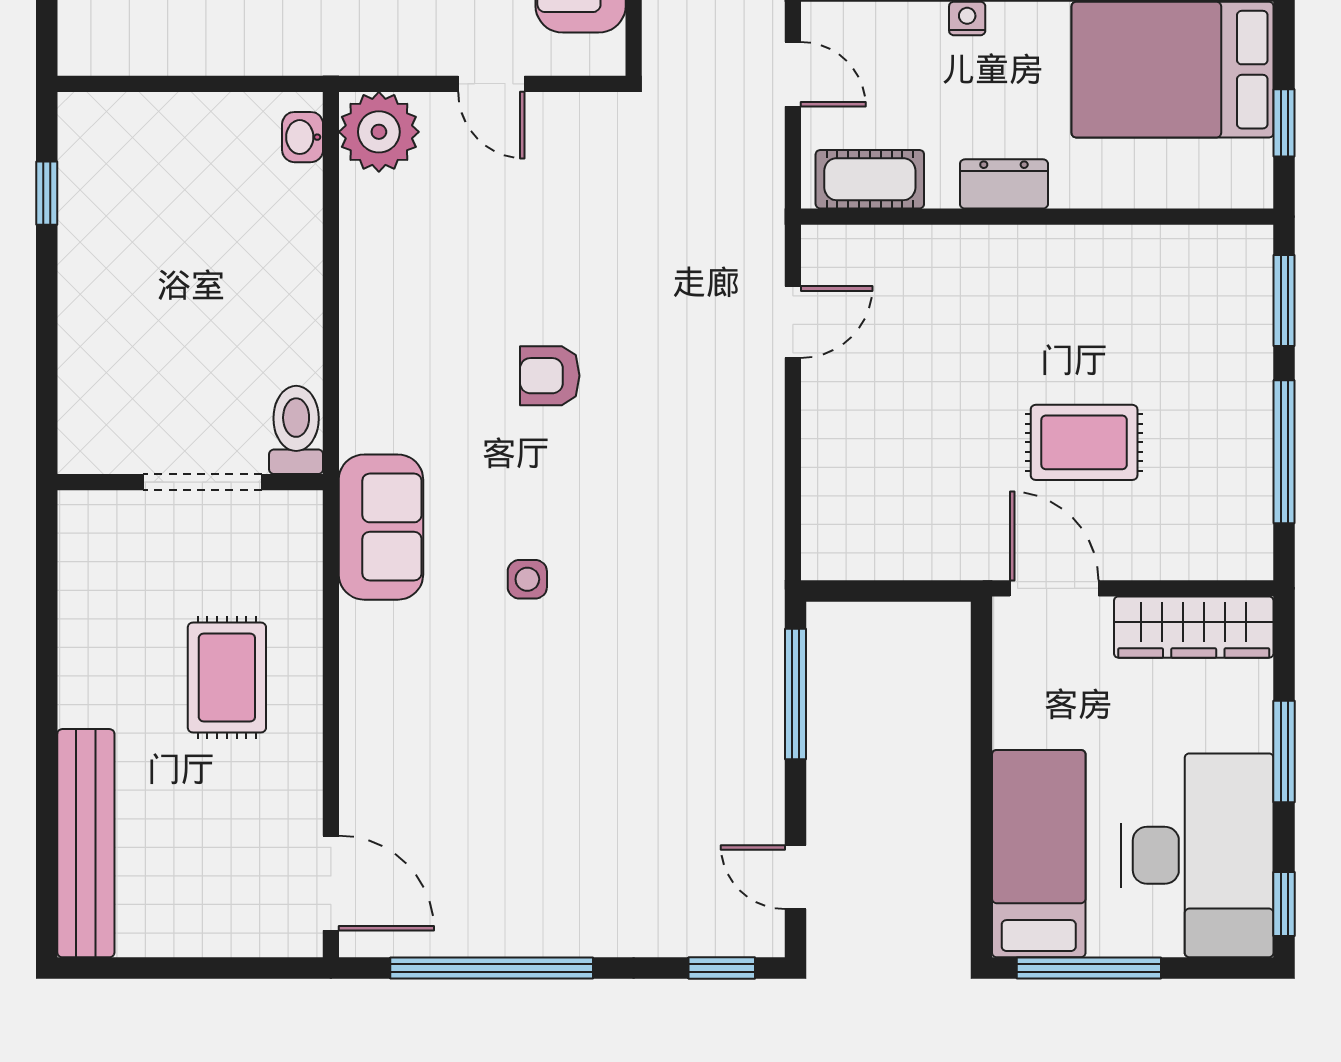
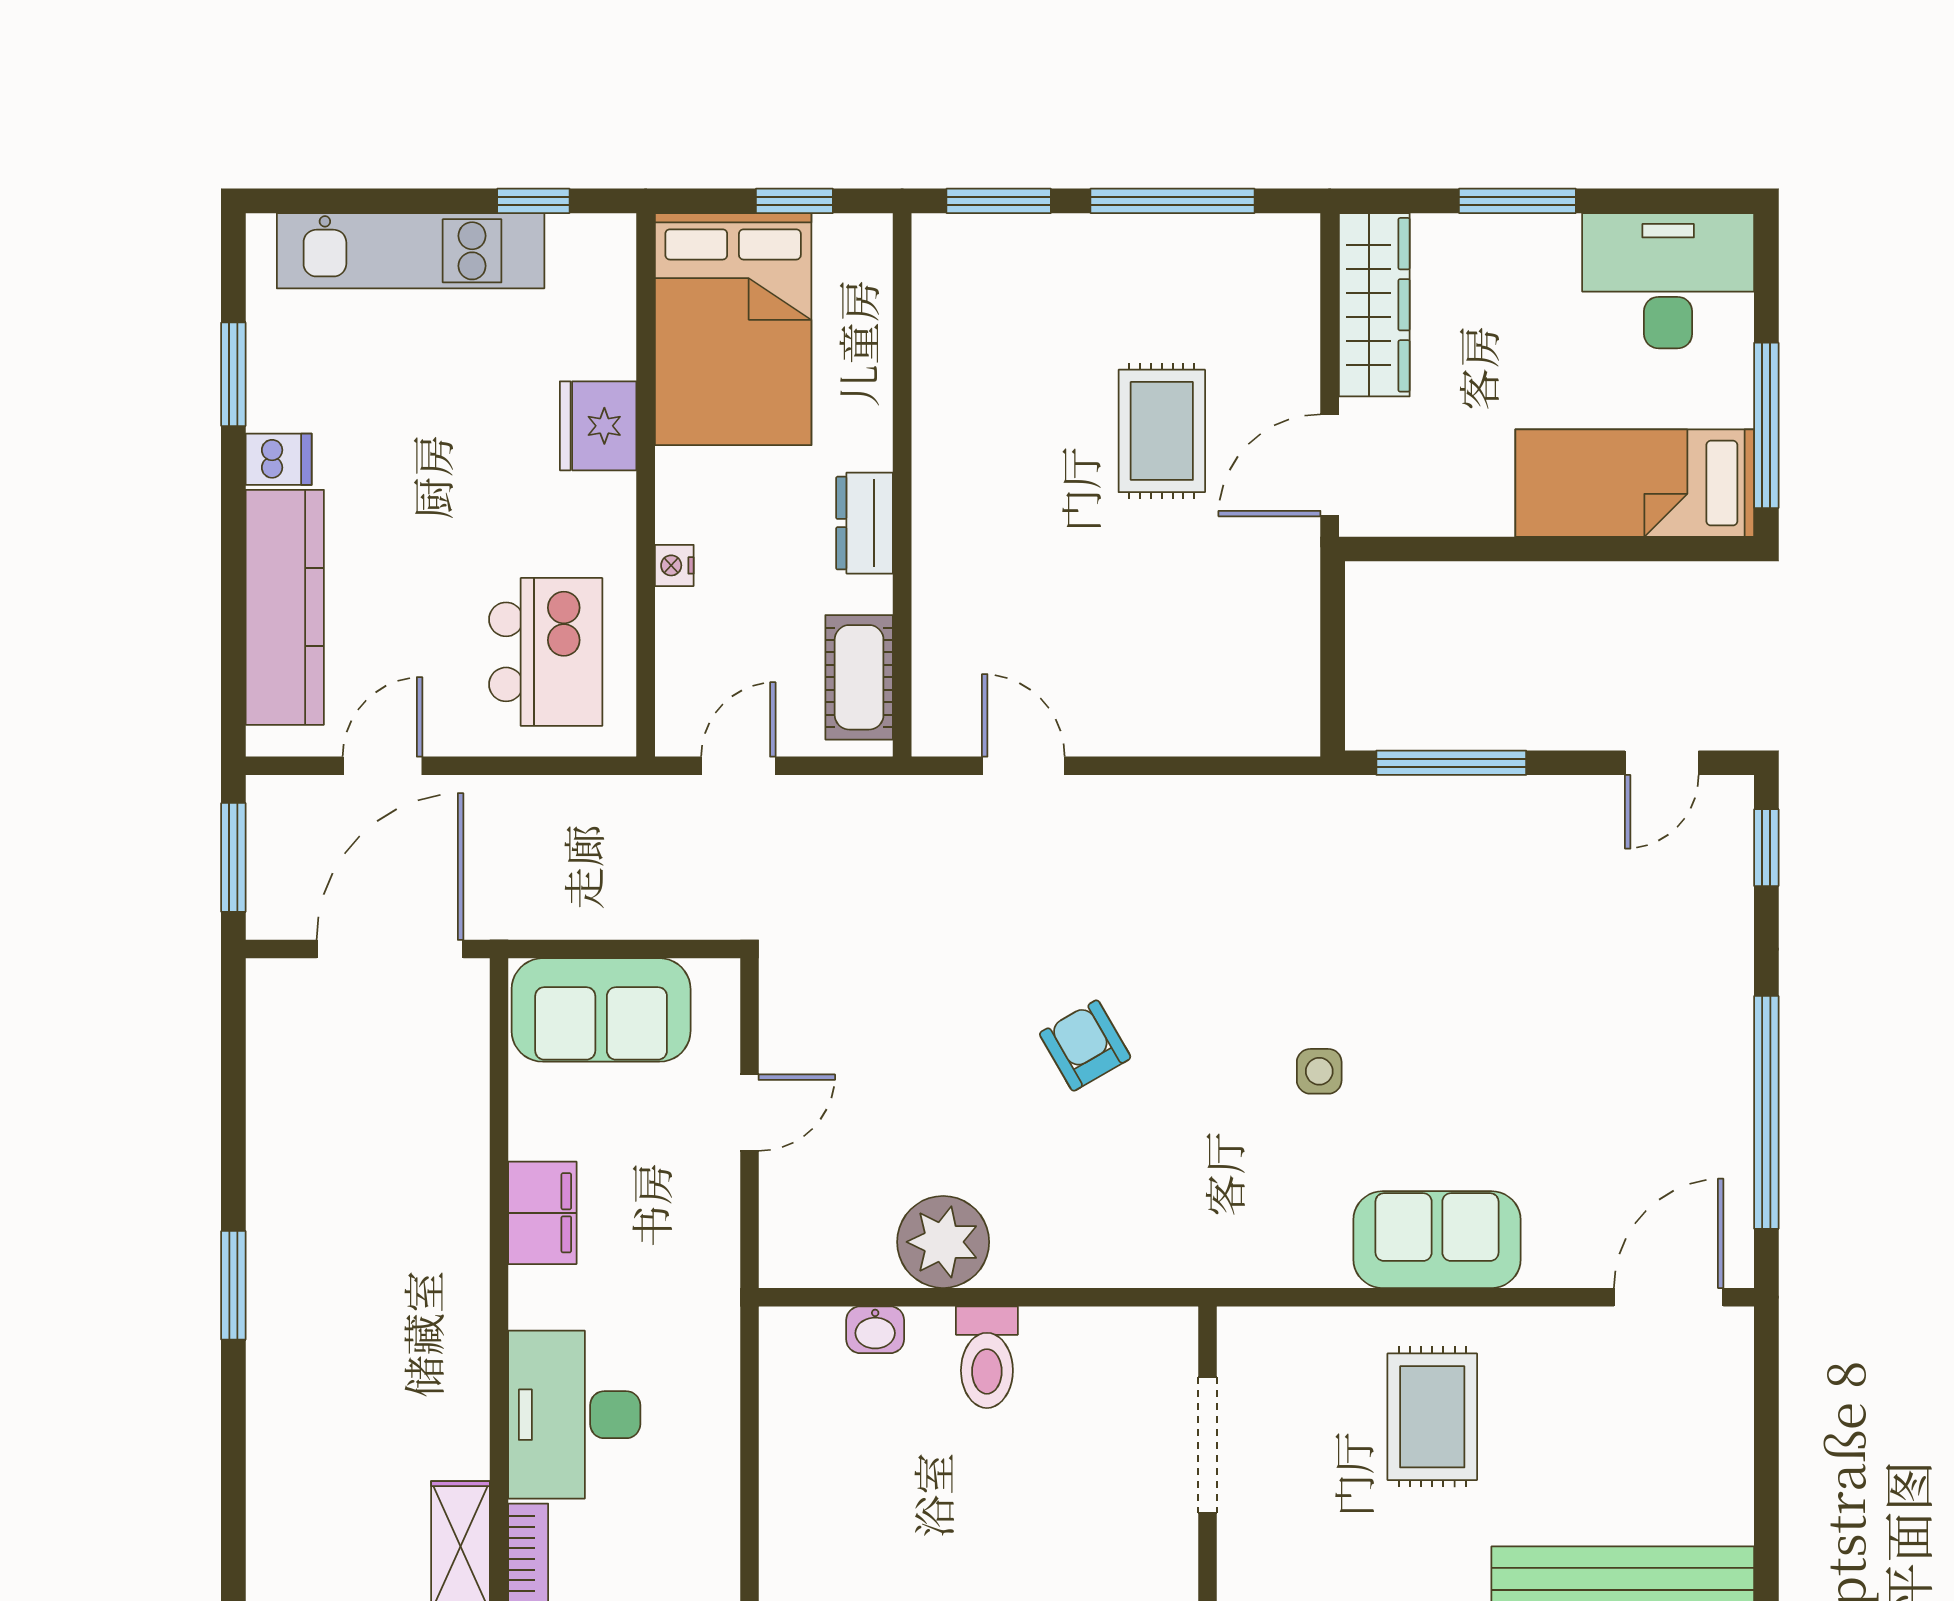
plant: (379, 132) -> (943, 1242), moved
washbasin: (303, 137) -> (875, 1330), moved
armchair: (550, 376) -> (1085, 1046), turned 150
toilet: (296, 430) -> (987, 1357), moved, turned -90
sofa: (381, 527) -> (1437, 1240), moved
rug: (227, 678) -> (1432, 1417), turned 90
desk: (1197, 855) -> (1668, 281), width x0.73, depth x0.77
window: (1284, 904) -> (1693, 201), removed

